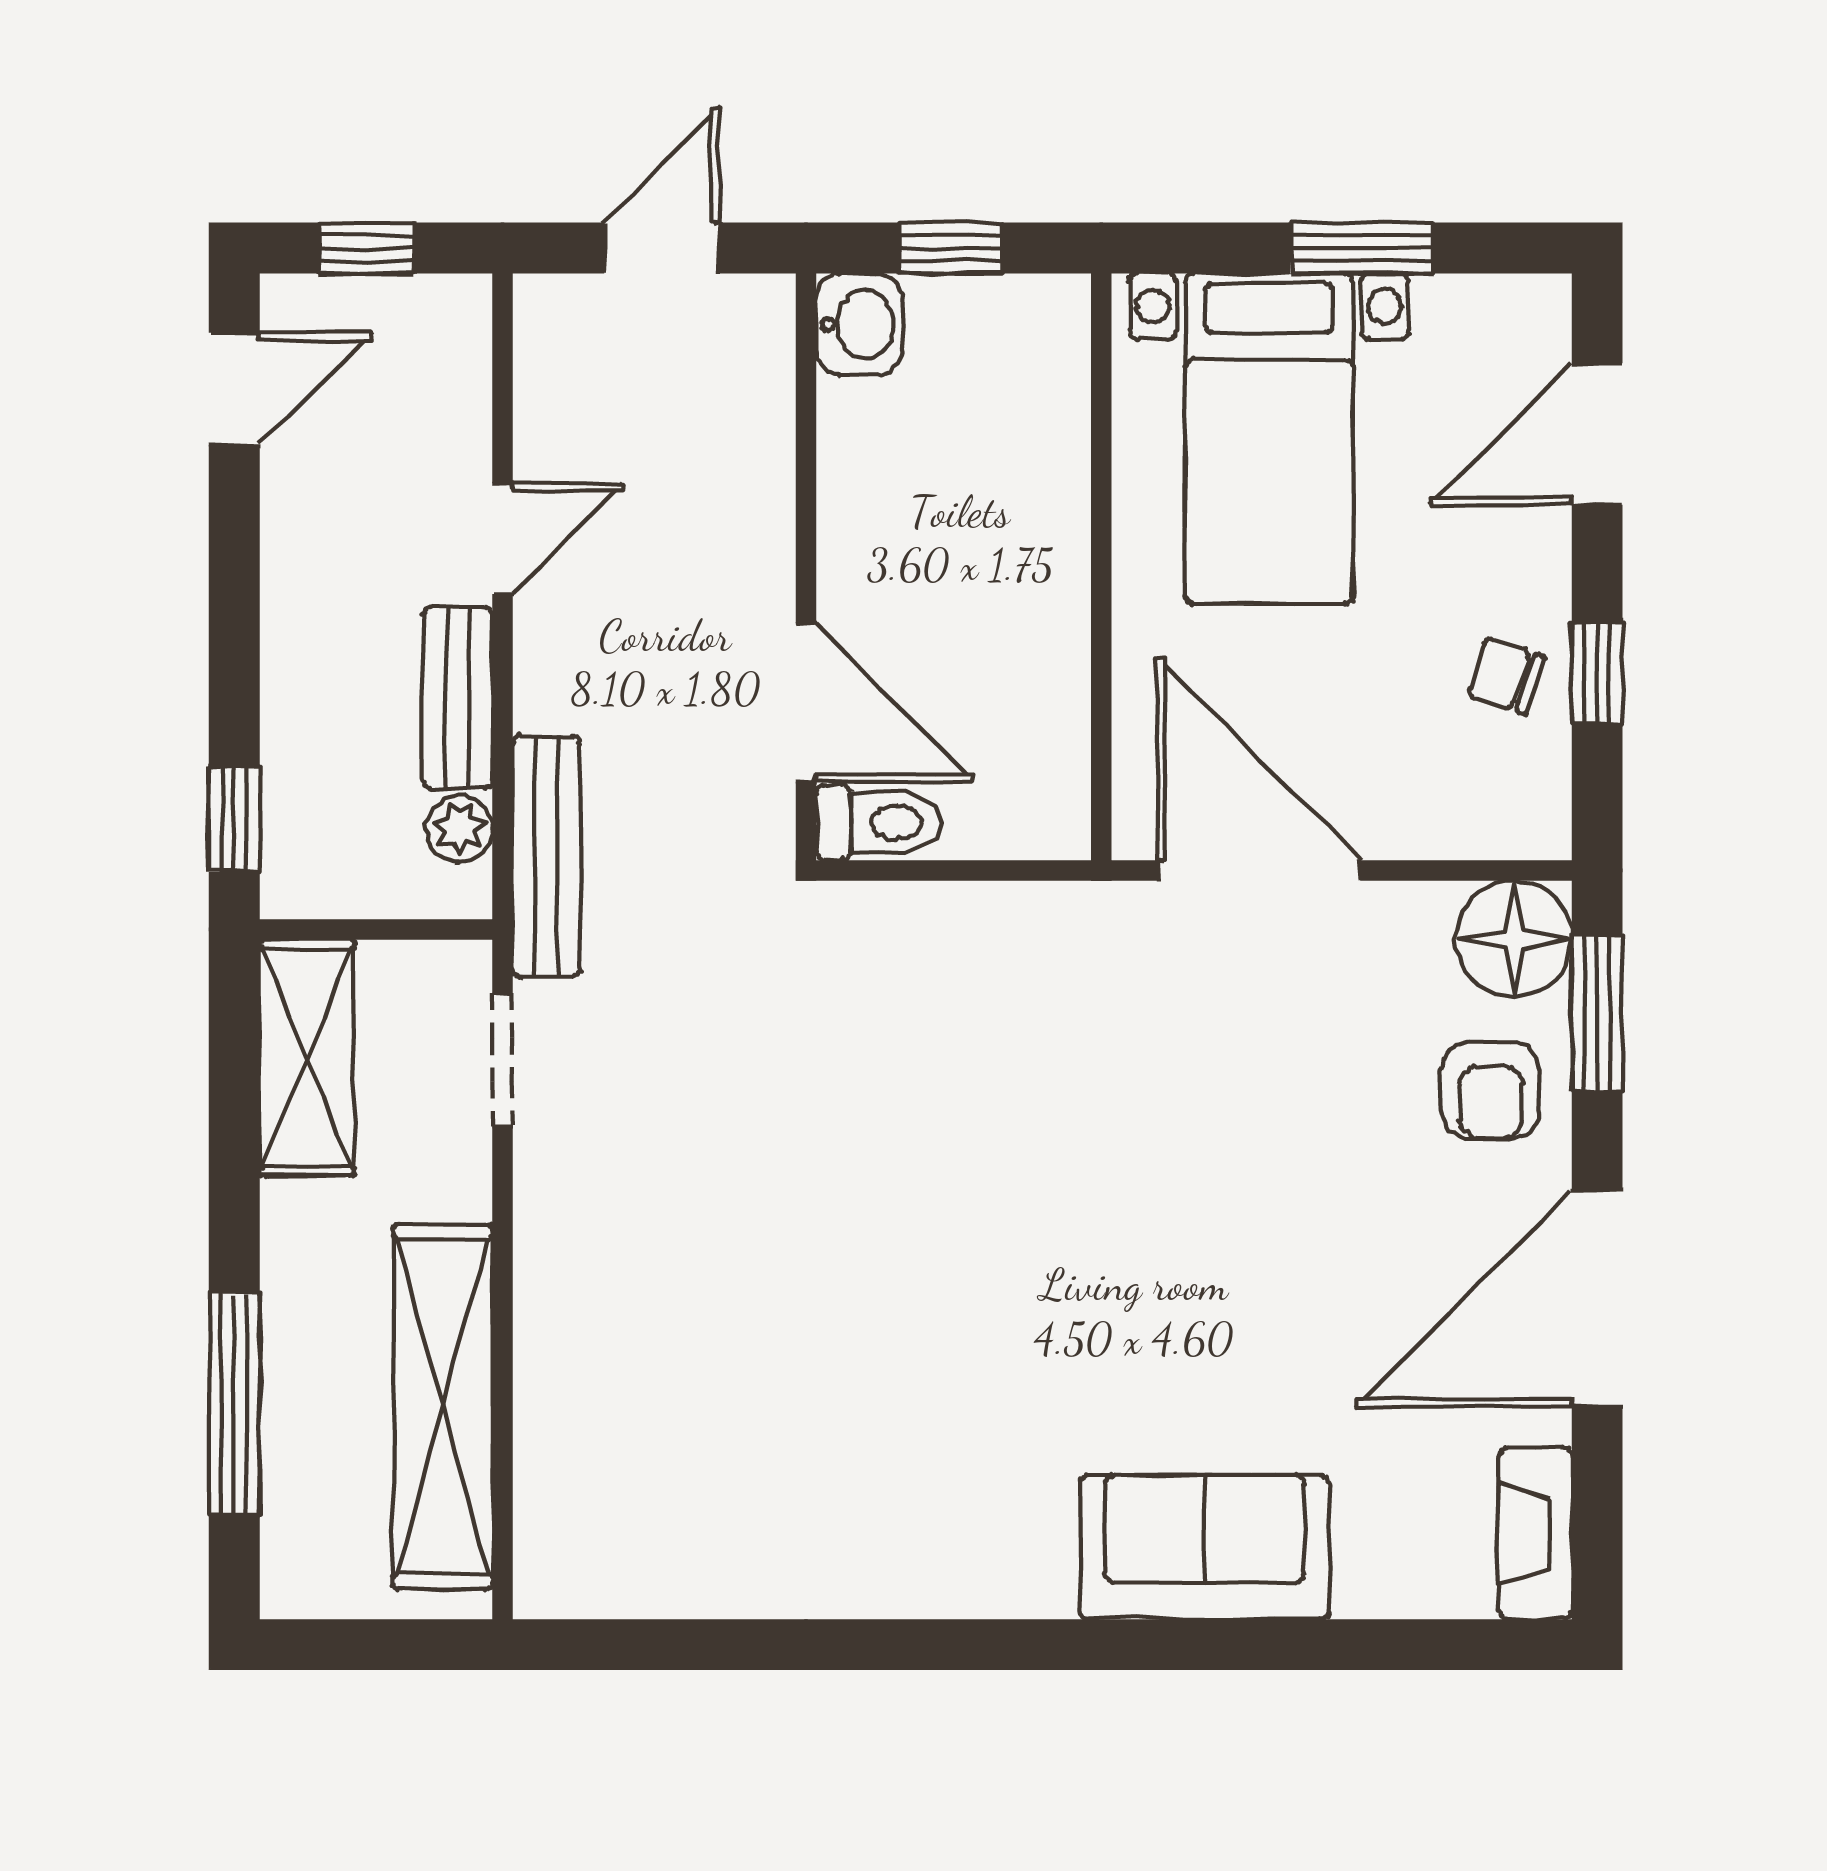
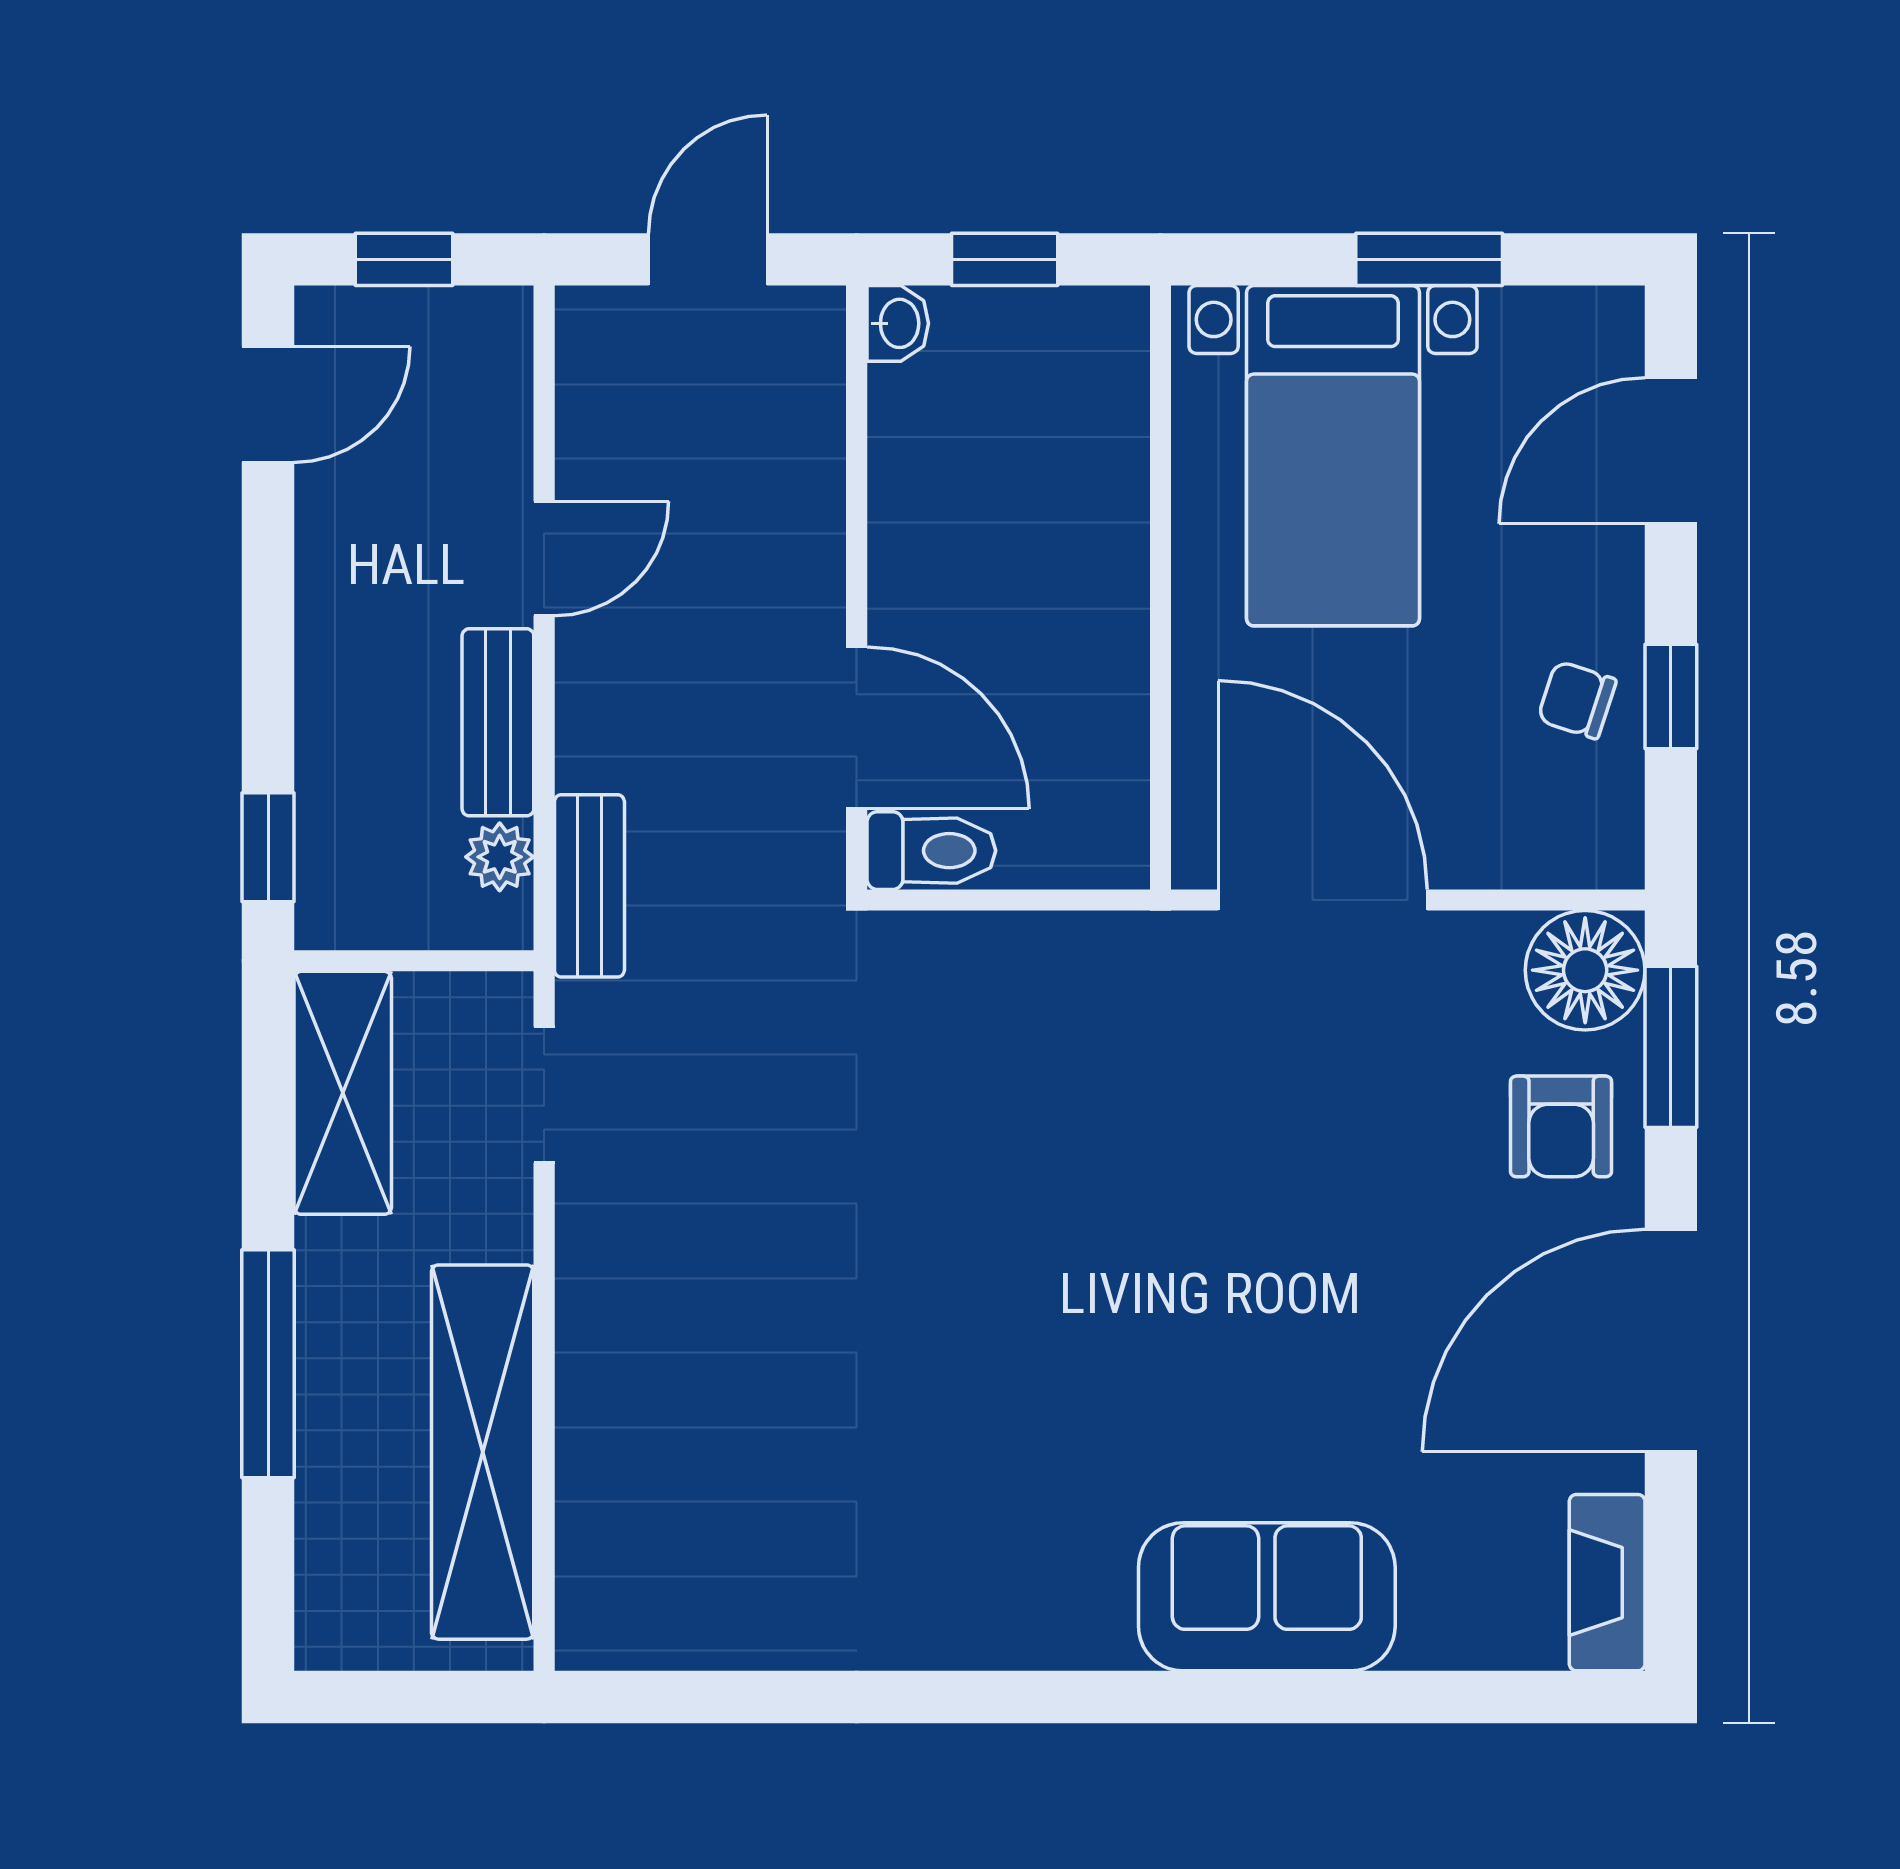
washbasin: (859, 324) -> (898, 323), width x0.72, depth x0.69
bench: (546, 857) -> (589, 886), width x0.73
window: (234, 1404) -> (268, 1364), moved

